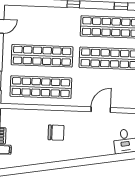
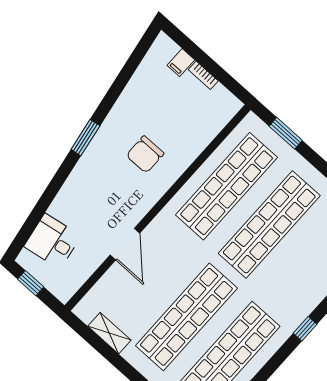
window: (70, 164) -> (85, 138), added

